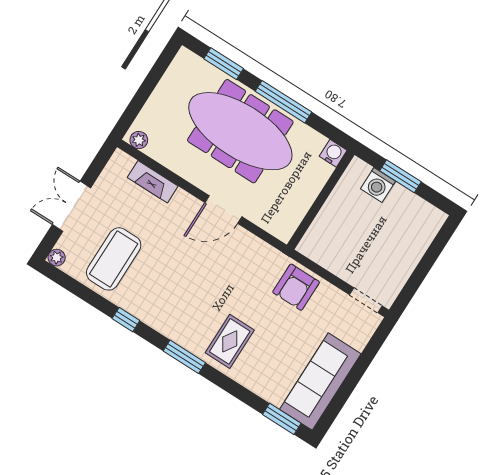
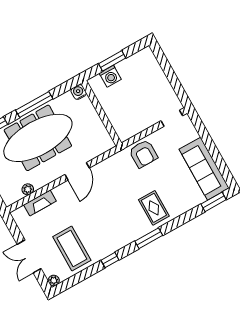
plant: (139, 140) -> (28, 189), moved

